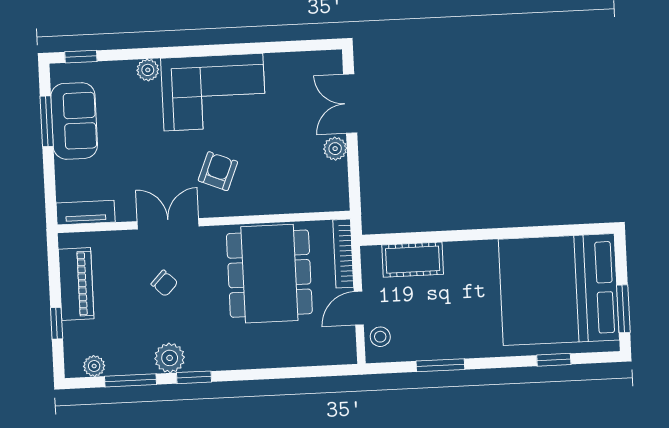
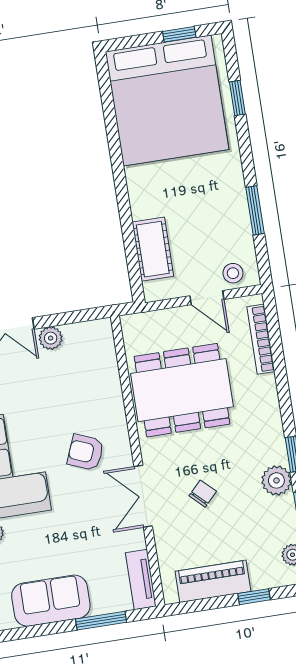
window: (47, 121) -> (101, 621), moved
bookcase: (343, 254) -> (261, 339), moved, turned 90
window: (623, 309) -> (179, 34), width x0.67

